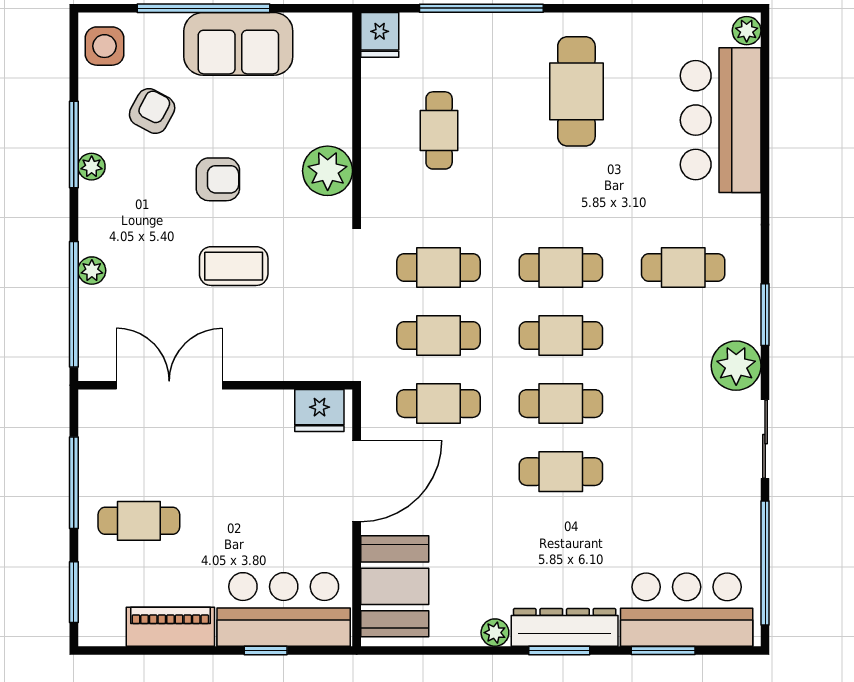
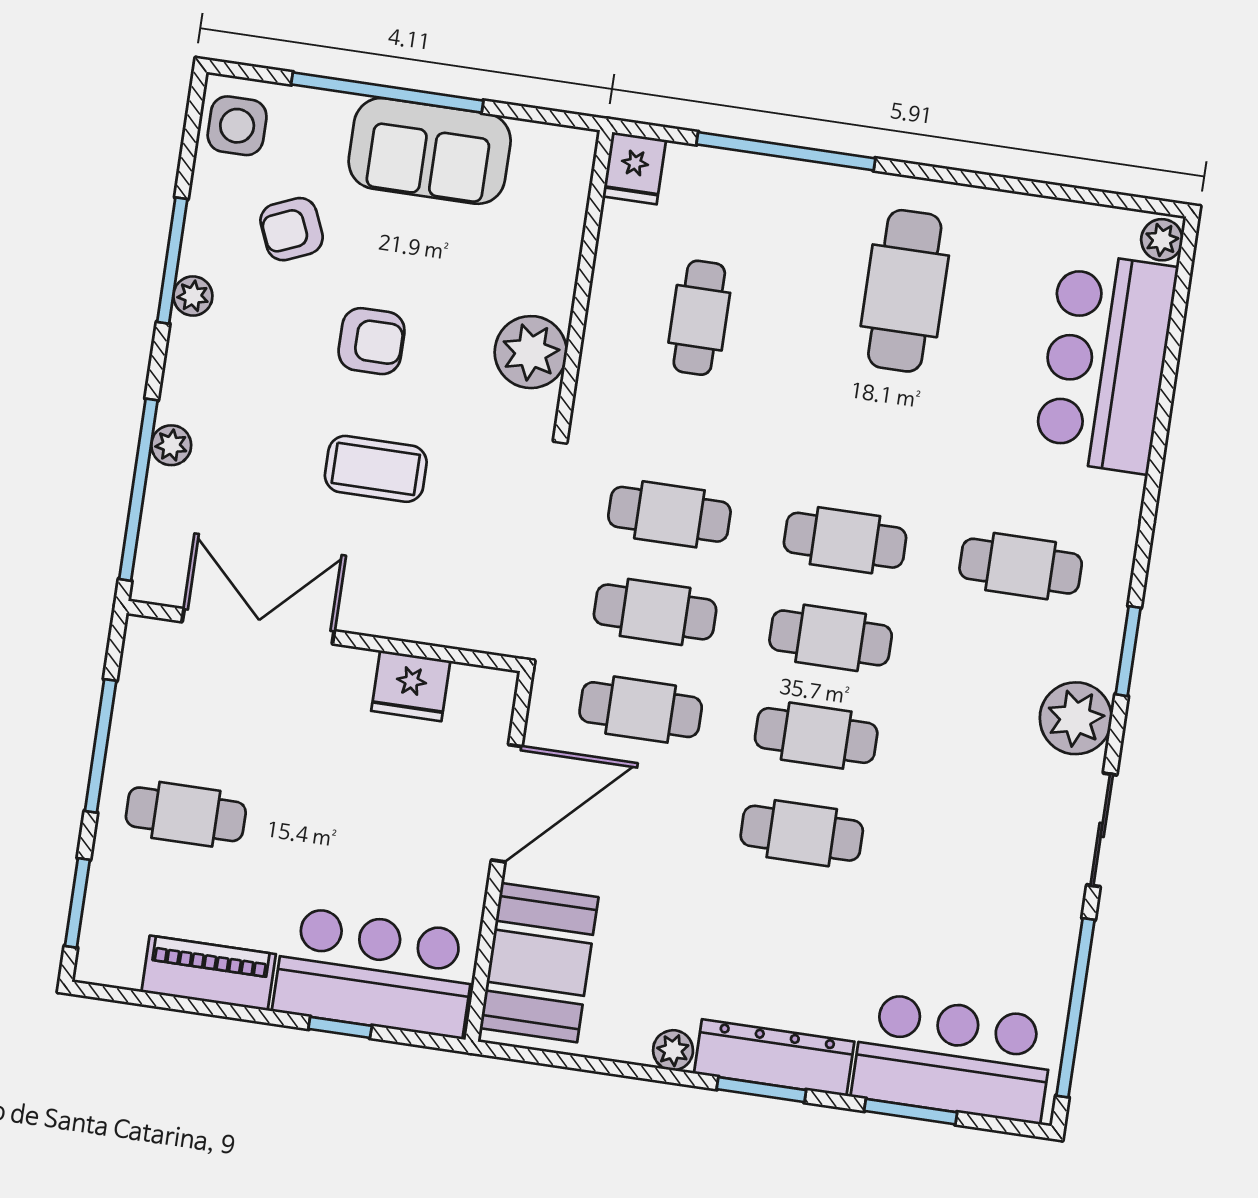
armchair: (152, 111) -> (292, 229), turned -141
fridge: (319, 411) -> (411, 686), moved

